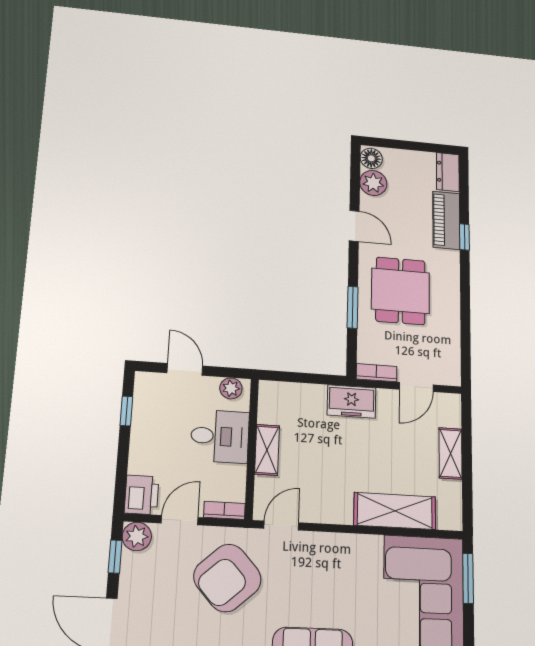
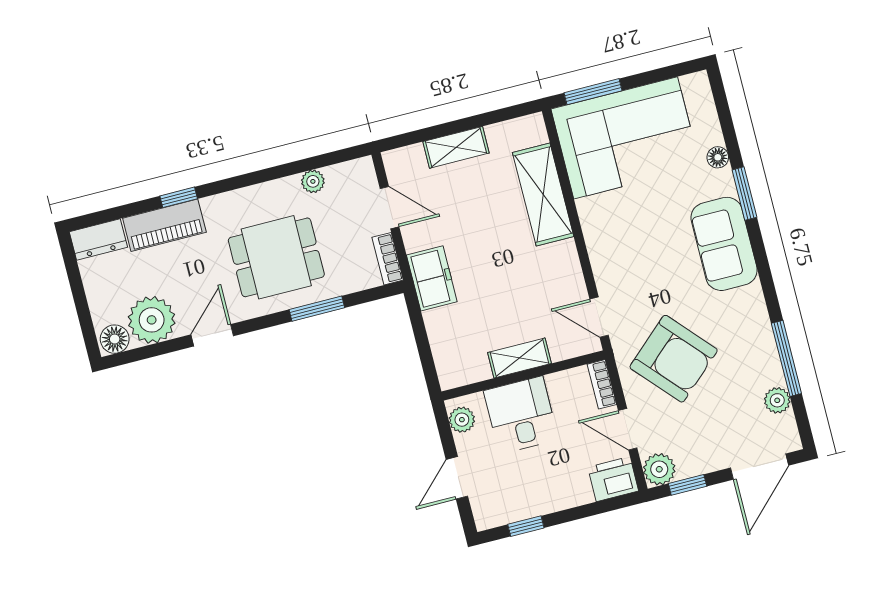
plant: (373, 183) -> (152, 320), width x1.36, depth x1.36
plant: (452, 336) -> (313, 181), added

